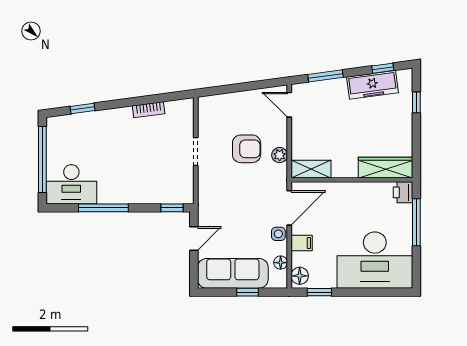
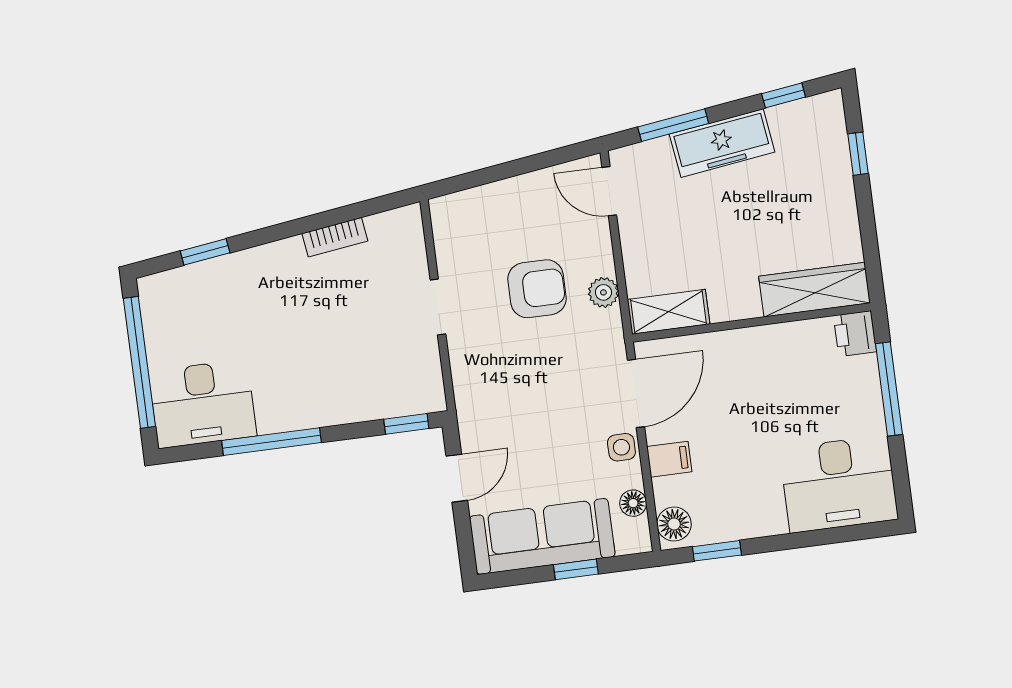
freezer: (373, 85) -> (722, 143), moved
desk: (375, 260) -> (839, 484), width x0.73, depth x0.77

